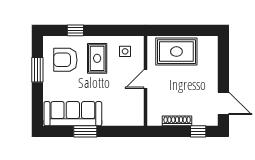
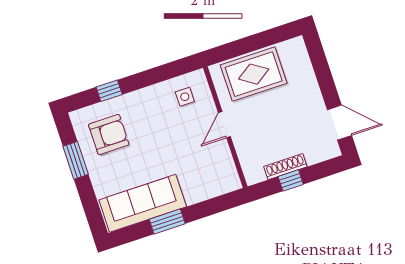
rug: (97, 58) -> (151, 118), removed
armchair: (65, 60) -> (109, 135), turned 180
window: (198, 131) -> (291, 180), moved

